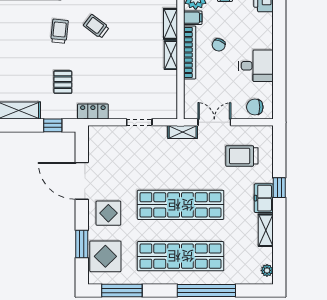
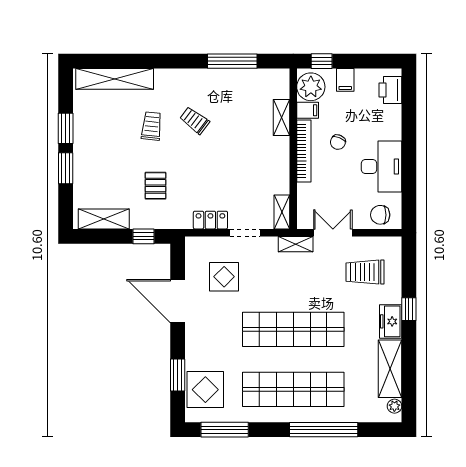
shelving: (171, 55) -> (282, 212), moved
desk: (256, 66) -> (381, 167), width x1.37
locker: (93, 111) -> (210, 220), moved
display table: (108, 213) -> (224, 277), moved
shelving: (266, 230) -> (390, 369), width x1.50, depth x1.33

